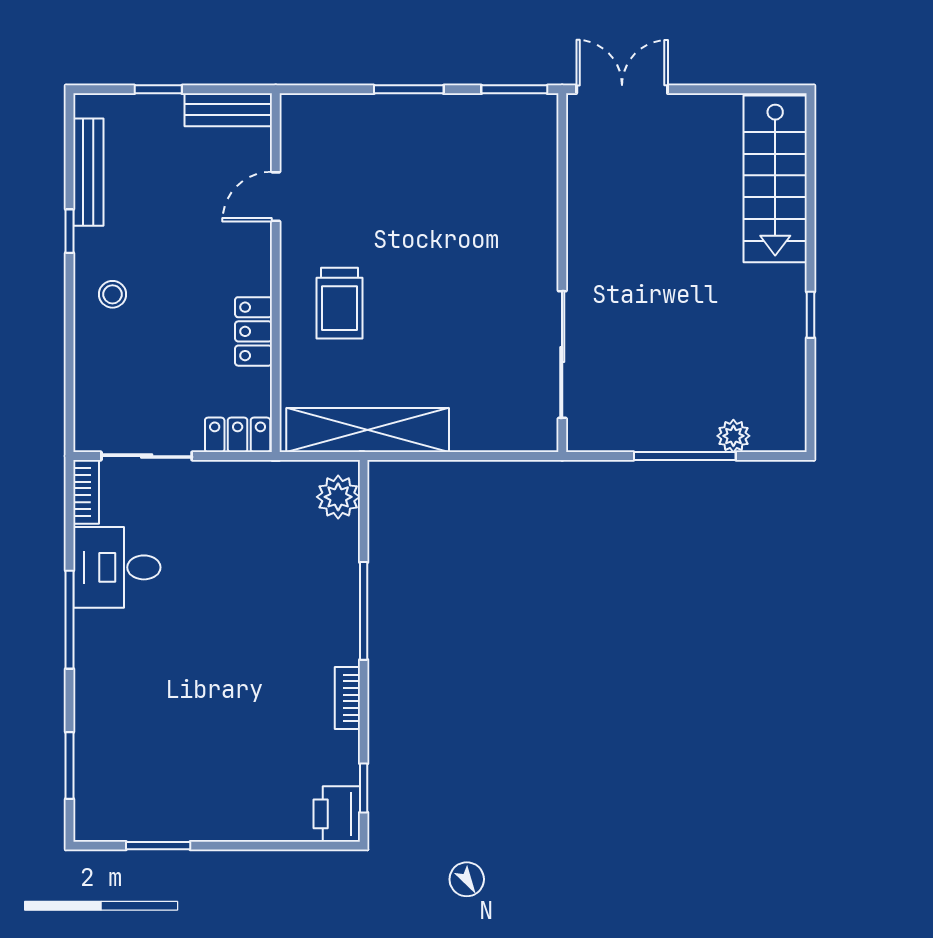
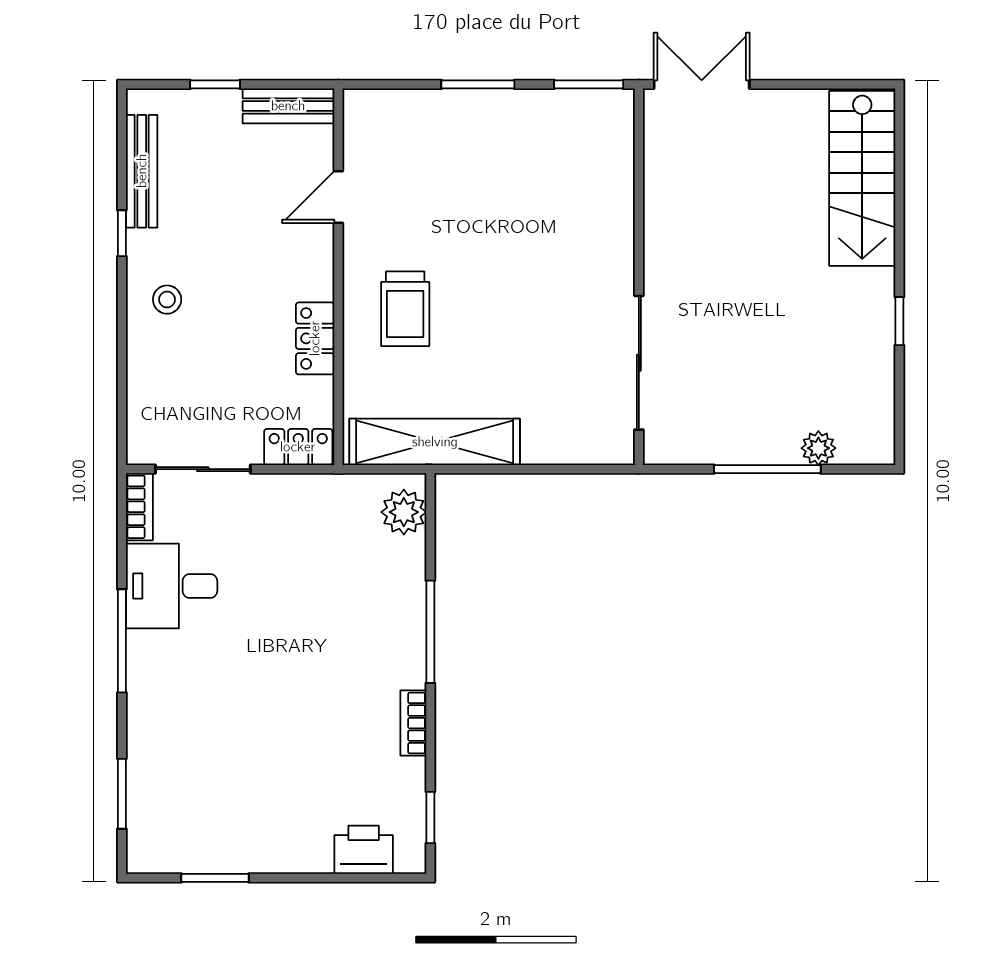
printer: (337, 814) -> (364, 850), moved, turned 90

